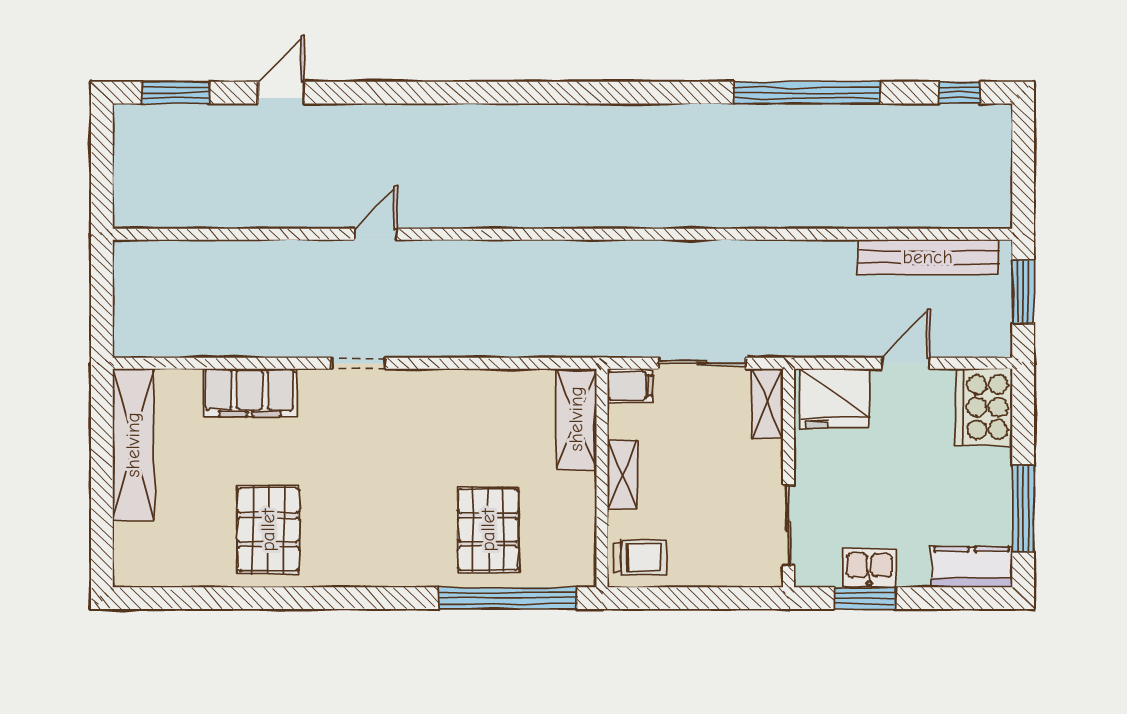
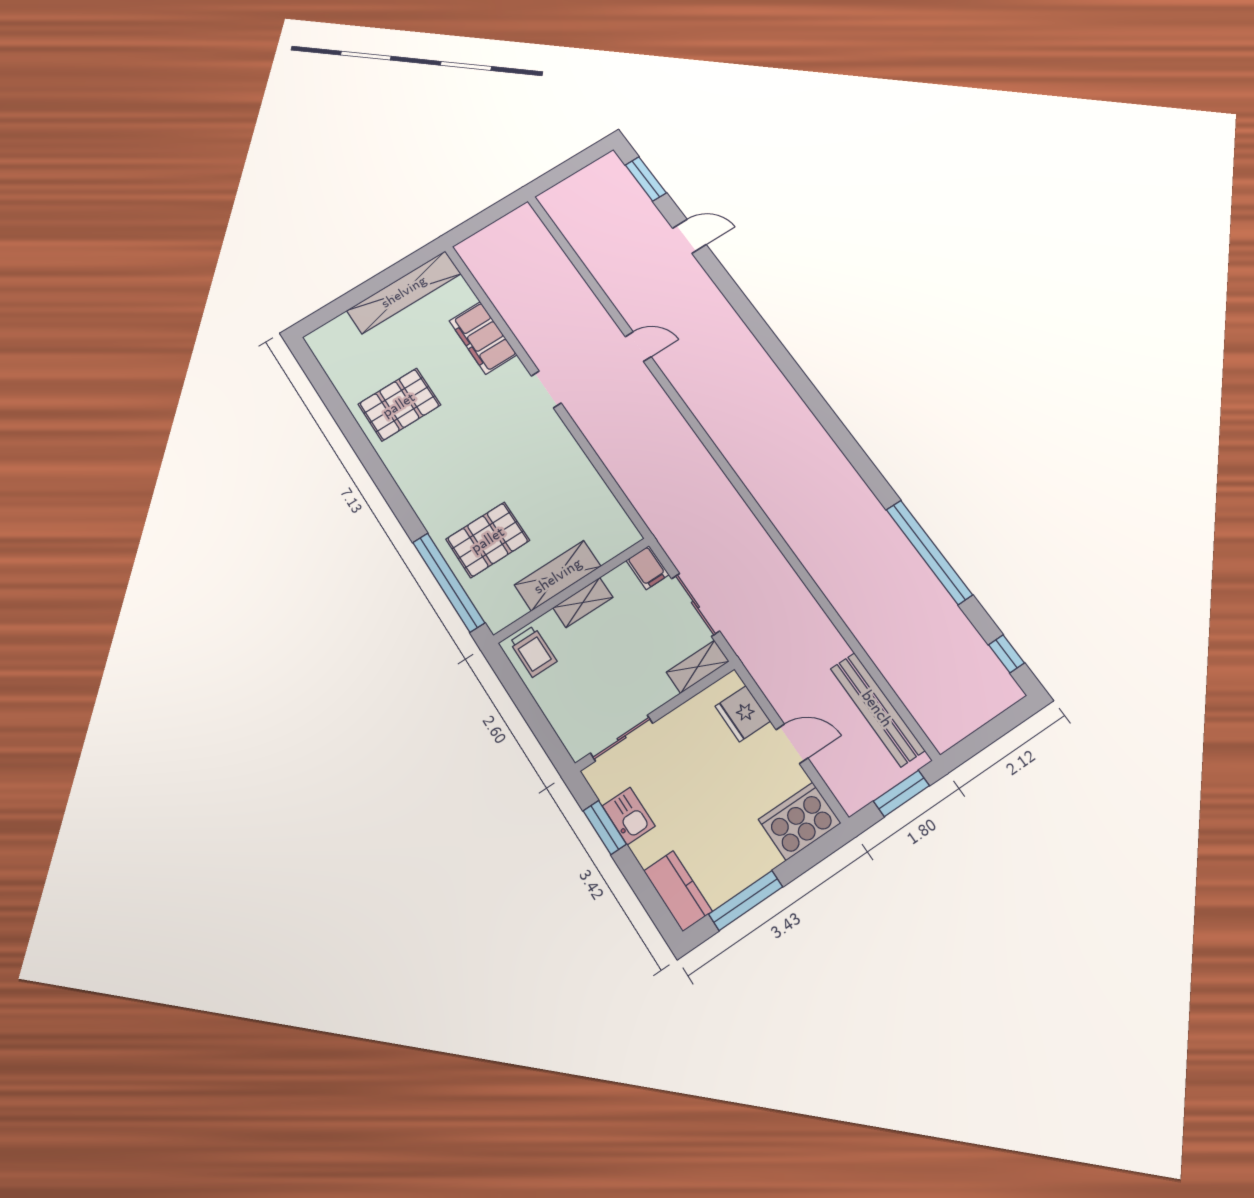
fridge: (835, 398) -> (743, 714), width x0.73, depth x0.75
shelving: (576, 419) -> (558, 576), moved

